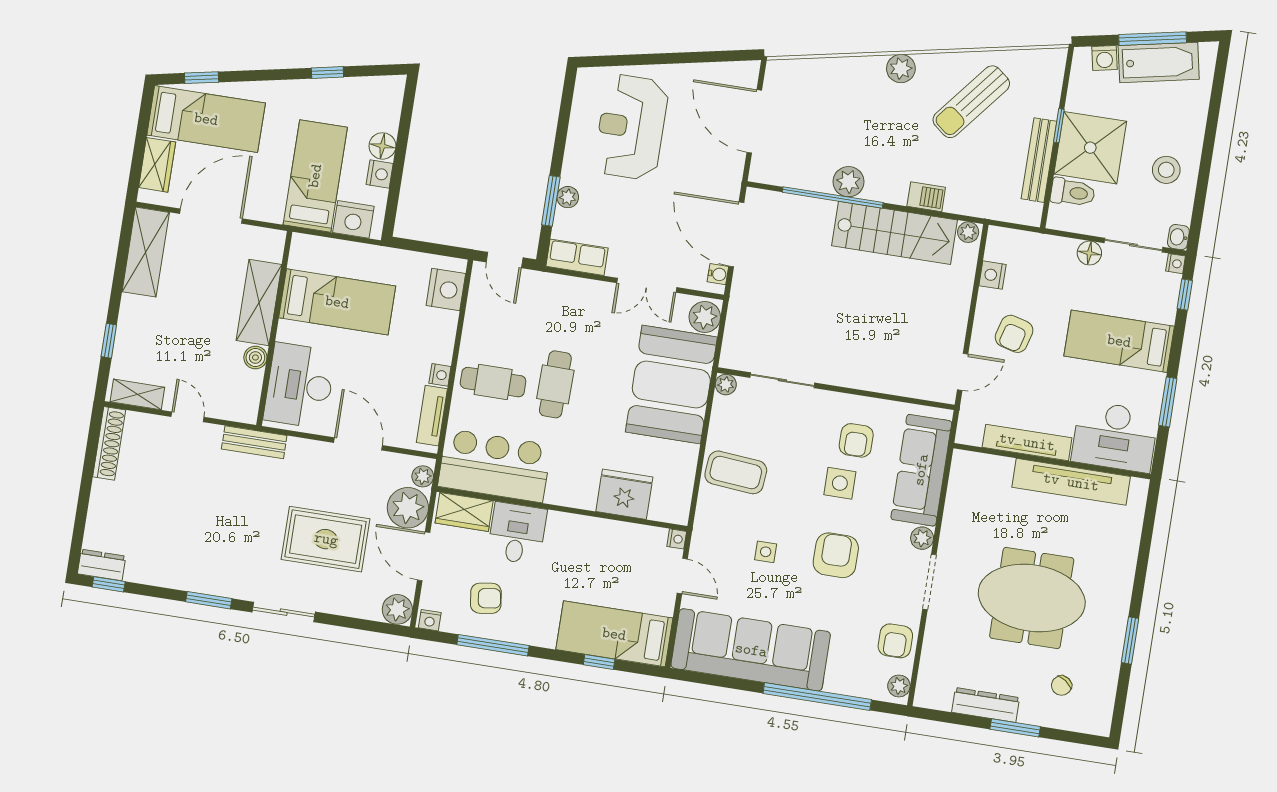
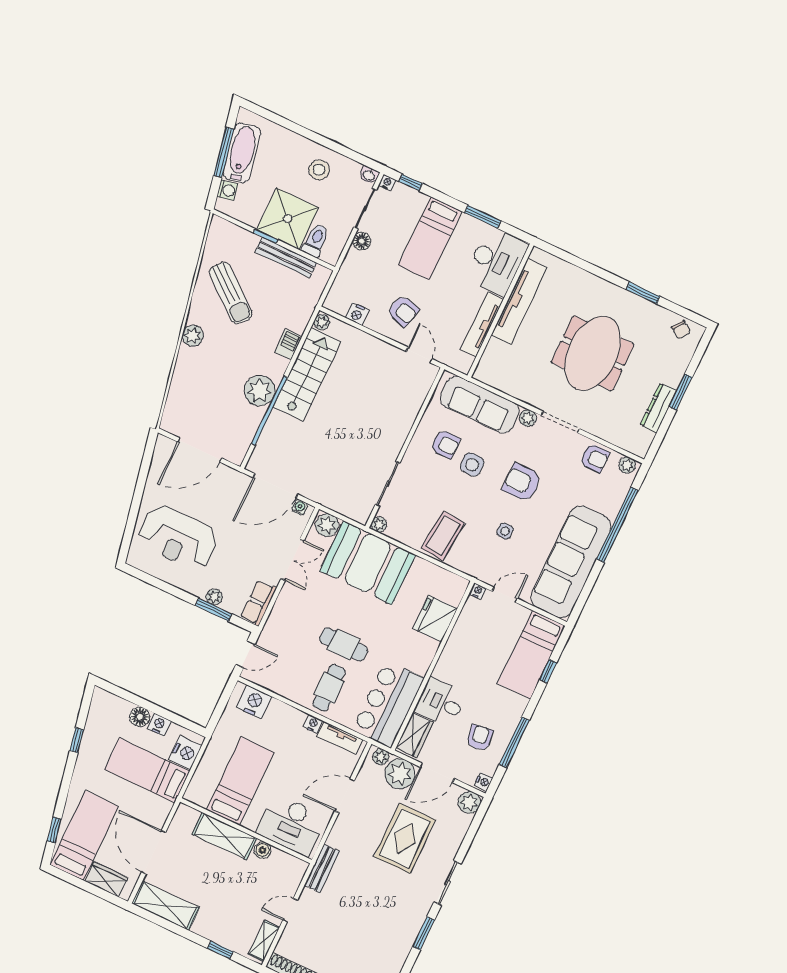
plant: (849, 182) -> (260, 391), width x1.36, depth x1.36
chair: (1061, 685) -> (681, 330), moved

